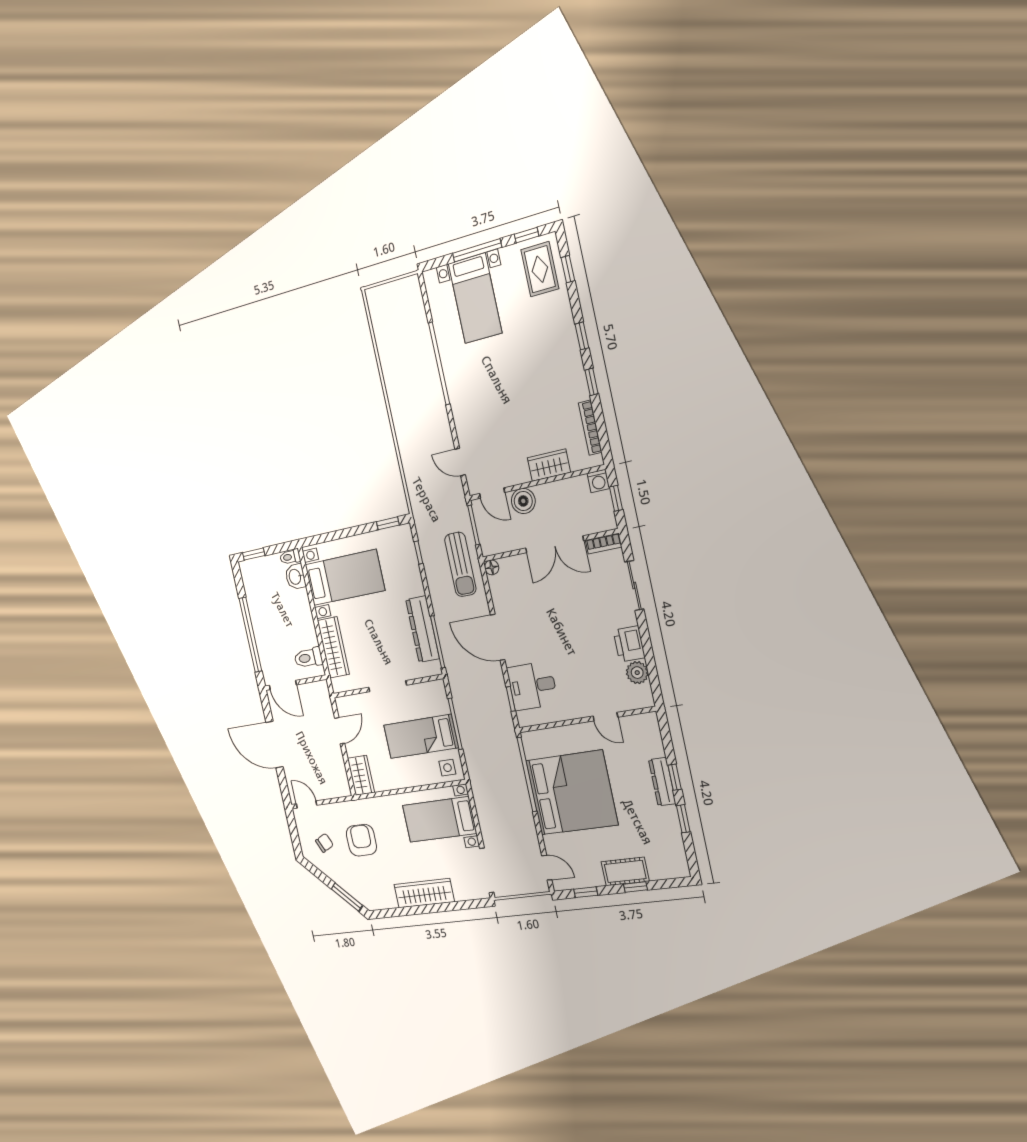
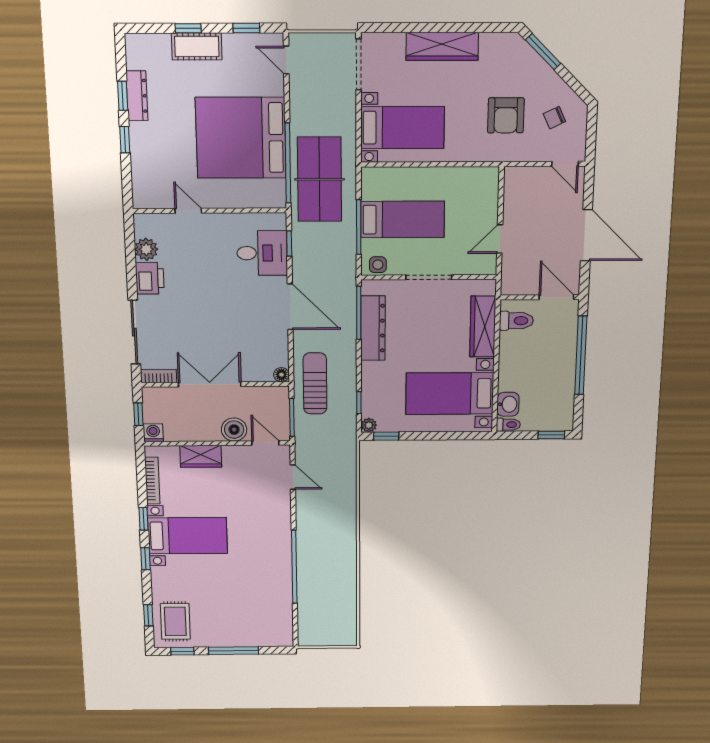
bed with nightstands: (475, 298) -> (188, 536), moved, turned 90
plant: (405, 531) -> (369, 425), added
sliding door: (634, 585) -> (134, 332), width x1.37
table tennis table: (497, 763) -> (320, 179), added
side table: (447, 768) -> (378, 265), moved
wardrobe: (361, 775) -> (487, 187), removed
dresser: (662, 782) -> (137, 96), moved

